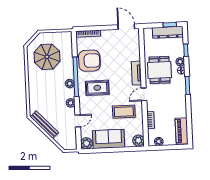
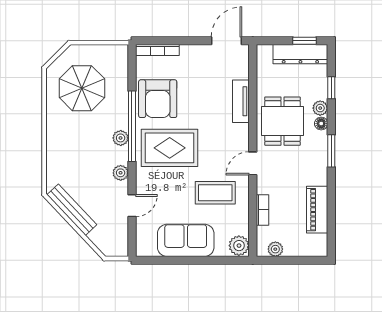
door: (126, 27) -> (226, 41), hinge flipped
armchair: (89, 61) -> (158, 99), turned 90
tv unit: (136, 73) -> (241, 101), moved
rug: (97, 88) -> (170, 148), width x1.36, depth x1.43
piano: (182, 131) -> (317, 210), moved
plant: (87, 143) -> (146, 246), removed

